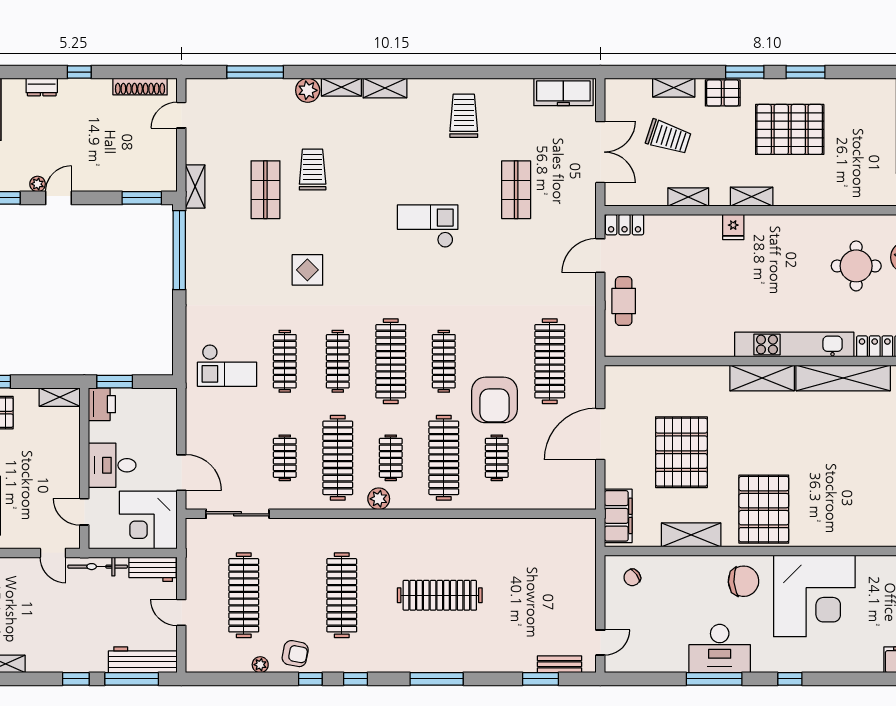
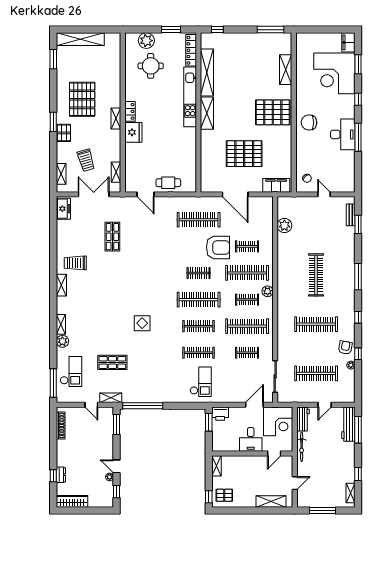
window: (79, 72) -> (53, 476), moved
window: (255, 72) -> (53, 383), moved
window: (806, 72) -> (53, 59), moved
shelving: (385, 88) -> (61, 285), moved
shelving: (674, 88) -> (61, 174), moved
freezer: (563, 92) -> (63, 209), width x0.71
door: (181, 115) -> (91, 405), moved
trolley: (668, 137) -> (86, 160), turned 146
trolley: (313, 169) -> (102, 339), removed
shop shelf: (516, 190) -> (112, 237), turned 90
shelving: (688, 197) -> (116, 172), moved
locker: (625, 225) -> (130, 111), moved
checkout: (428, 226) -> (71, 371), moved, turned 180
fridge: (733, 227) -> (133, 132), width x1.88, depth x1.34
display table: (307, 270) -> (142, 323), moved
clothes rail: (444, 361) -> (199, 273), width x0.73
window: (115, 382) -> (209, 422), moved
printer: (102, 404) -> (220, 414), moved, turned 180
plant: (379, 499) -> (268, 291), moved
plant: (538, 532) -> (284, 226), added
shelving: (691, 535) -> (286, 70), moved
door: (53, 553) -> (295, 483), moved
chair: (743, 581) -> (309, 122), turned -86
corner desk: (814, 596) -> (334, 73), moved, turned 180
door: (600, 643) -> (324, 194), moved
window: (76, 679) -> (358, 474), moved
window: (310, 679) -> (358, 354), moved
window: (860, 679) -> (358, 64), added

